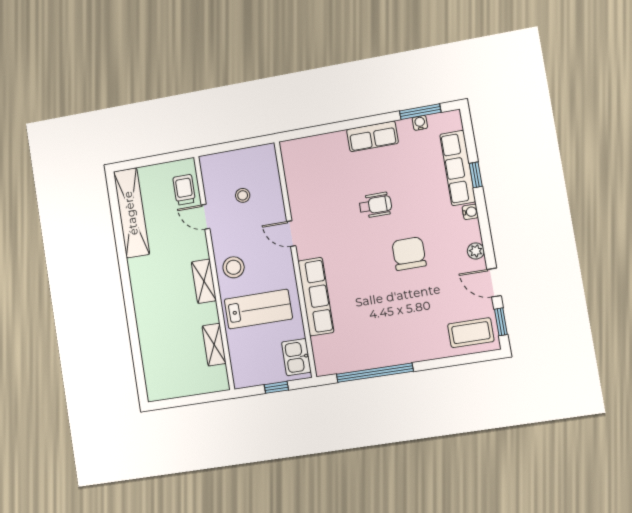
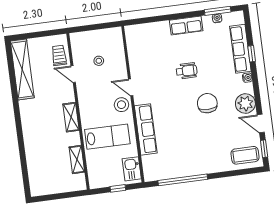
plant: (476, 251) -> (245, 104), width x1.88, depth x1.88
stool: (234, 267) -> (121, 105), moved

